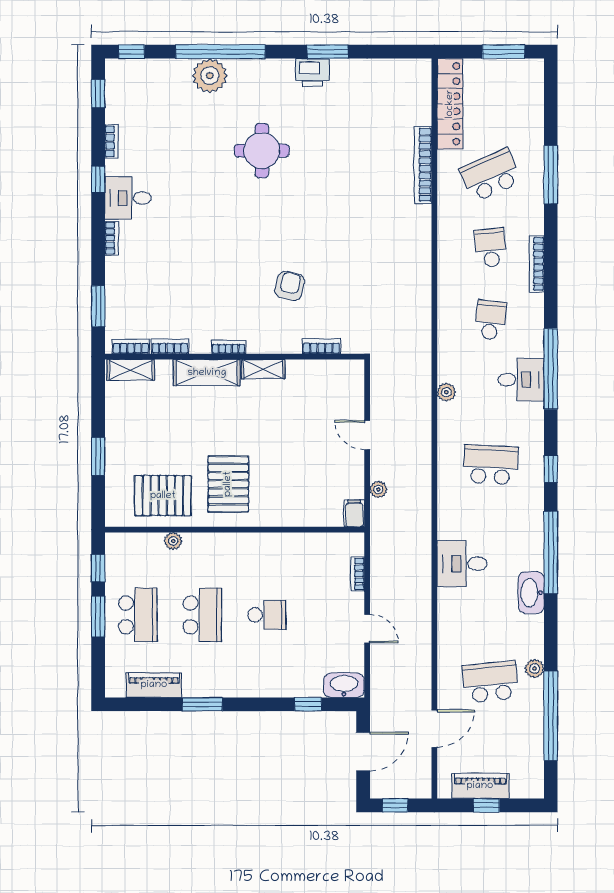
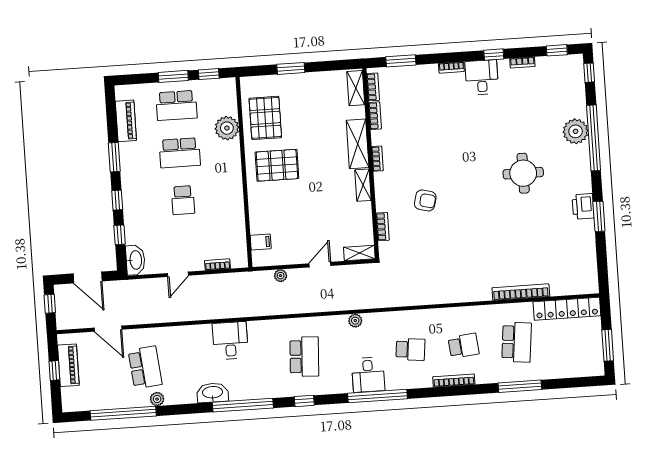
school desk: (491, 175) -> (517, 342), turned 30
shelving: (355, 380) -> (359, 253), added
filing cabinet: (354, 513) -> (261, 242), moved
plant: (173, 541) -> (227, 128), width x1.88, depth x1.88
window: (261, 704) -> (117, 200), added

